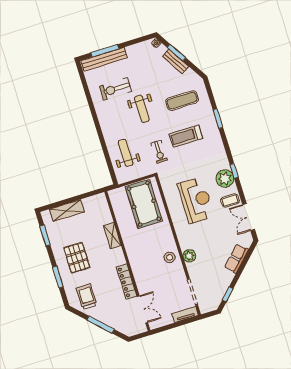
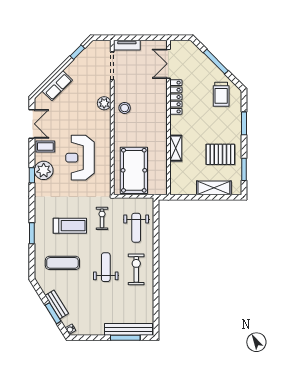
exercise bike: (115, 89) -> (136, 269), moved, turned -90
pallet: (77, 258) -> (220, 154), moved, turned 90

